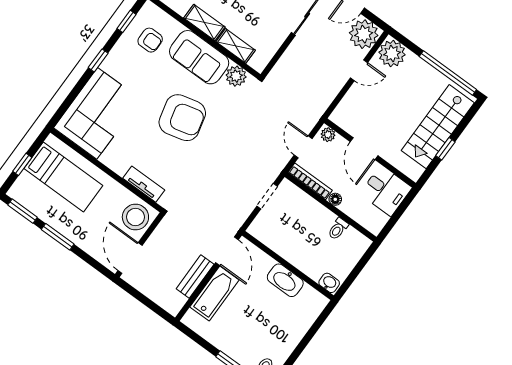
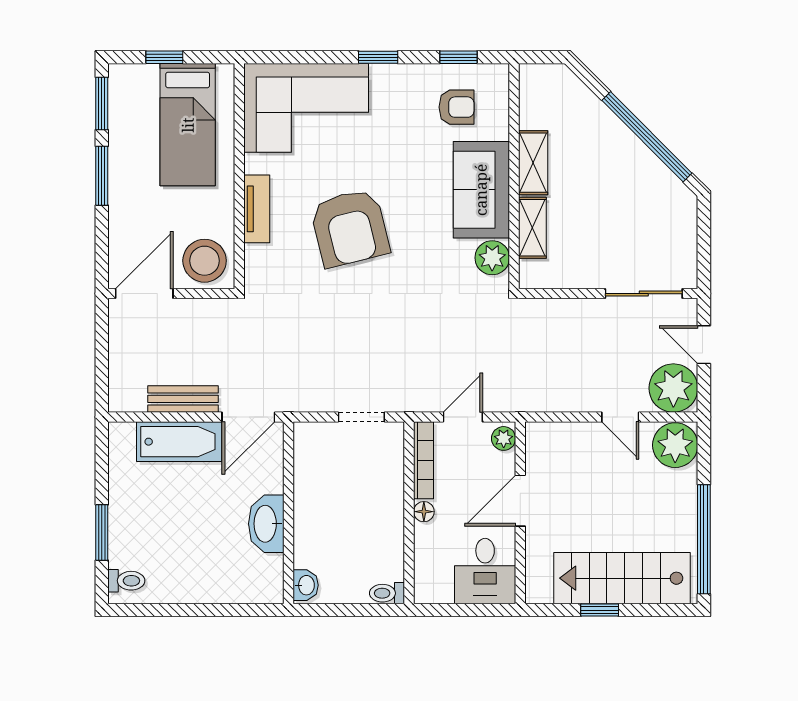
armchair: (150, 40) -> (456, 107), turned -90
armchair: (182, 118) -> (350, 228), moved
tv unit: (144, 184) -> (257, 209), moved
toilet: (338, 229) -> (387, 593), moved

